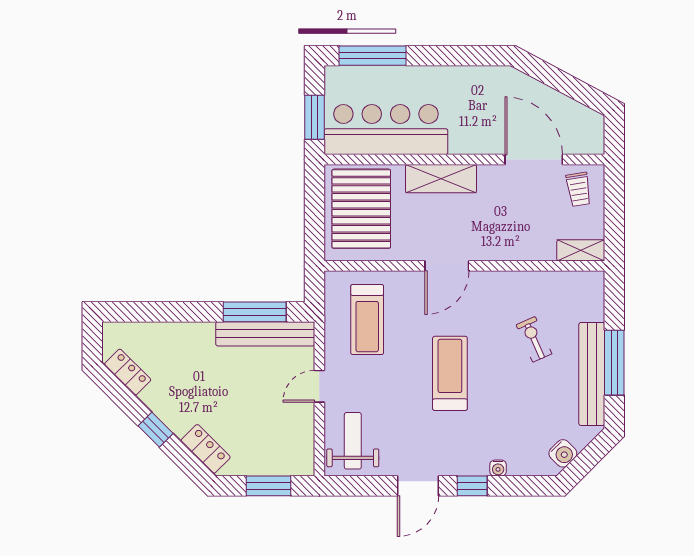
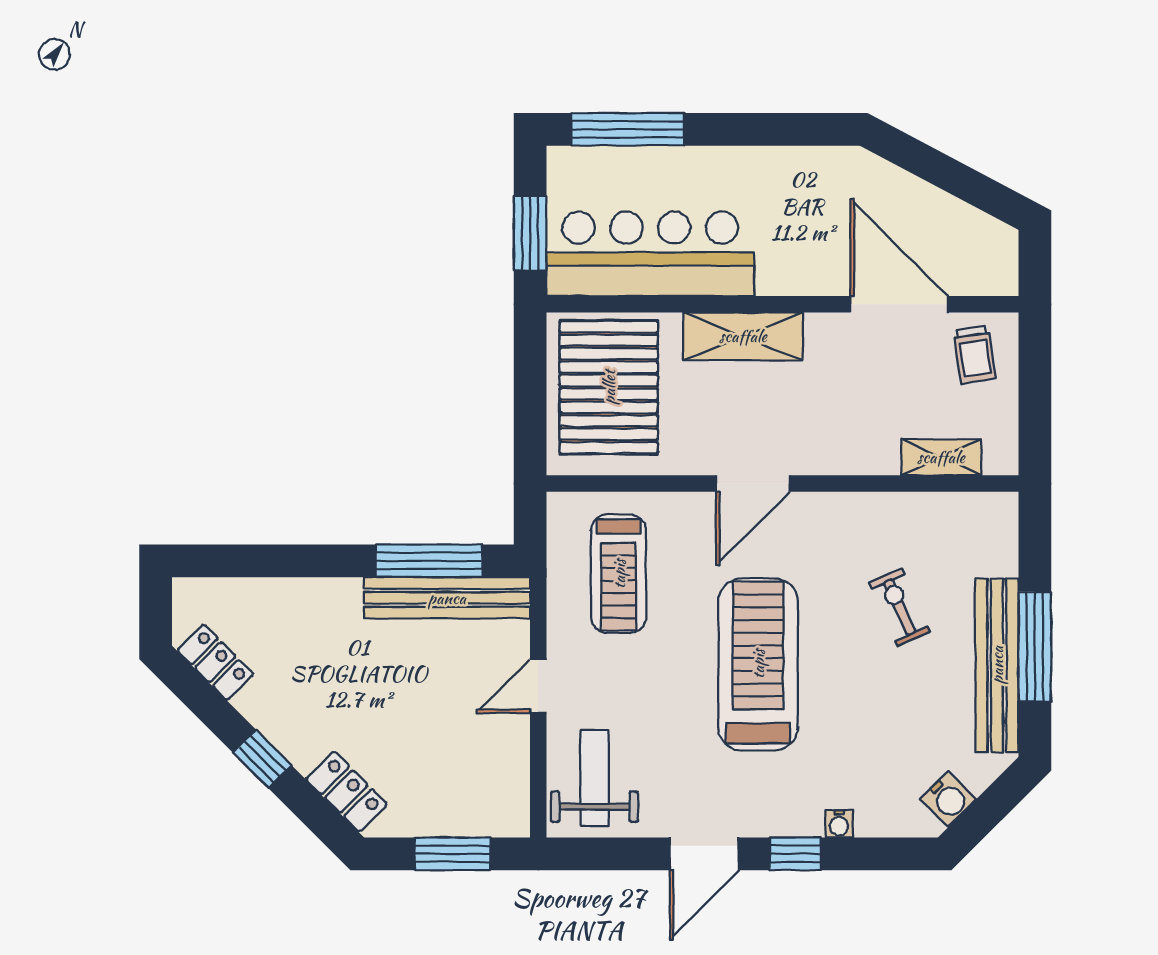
shelving: (581, 250) -> (941, 457), moved
treadmill: (450, 373) -> (758, 664), width x1.37, depth x1.38

